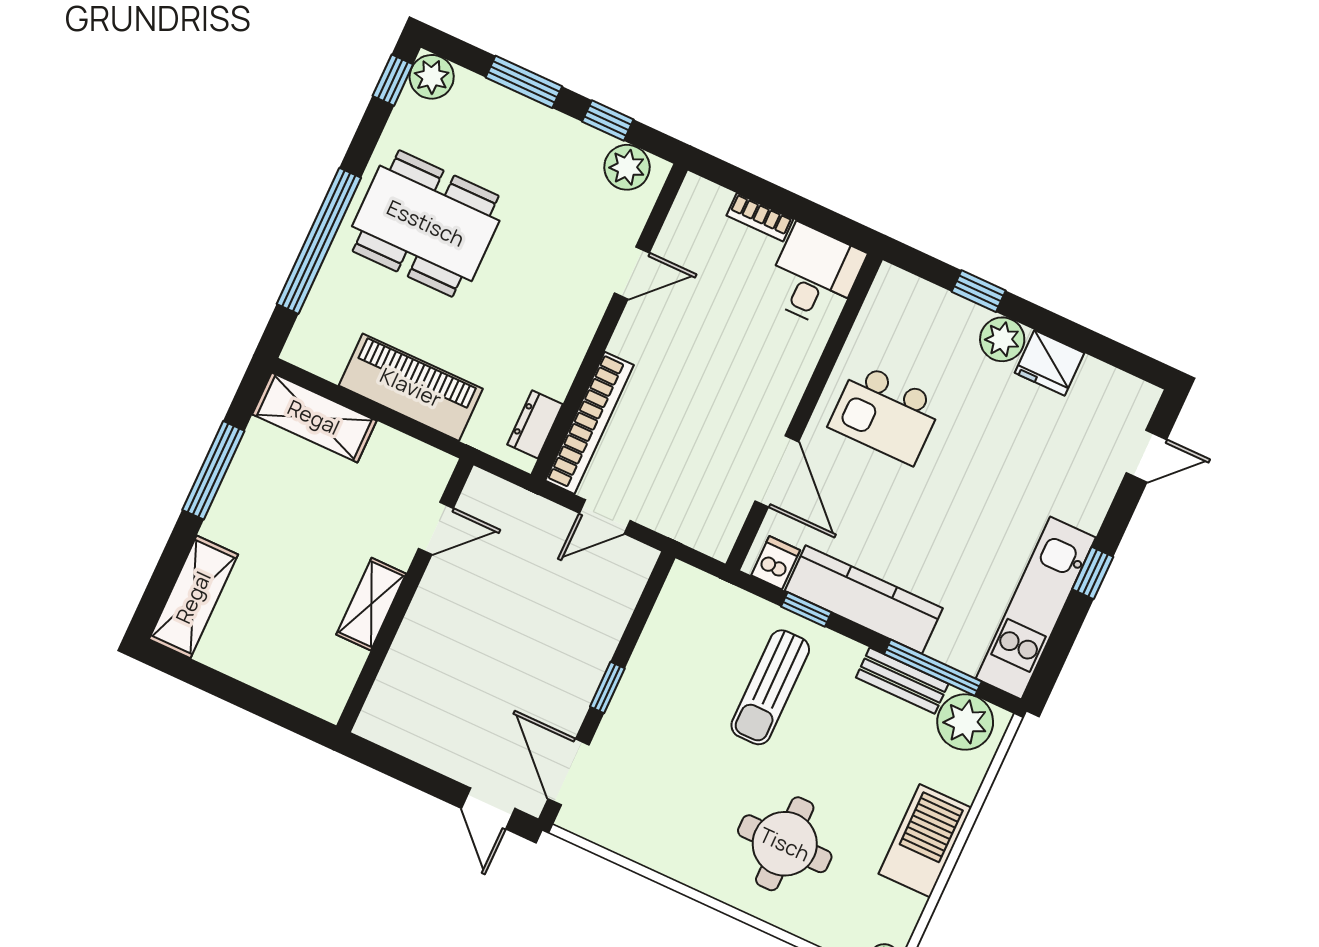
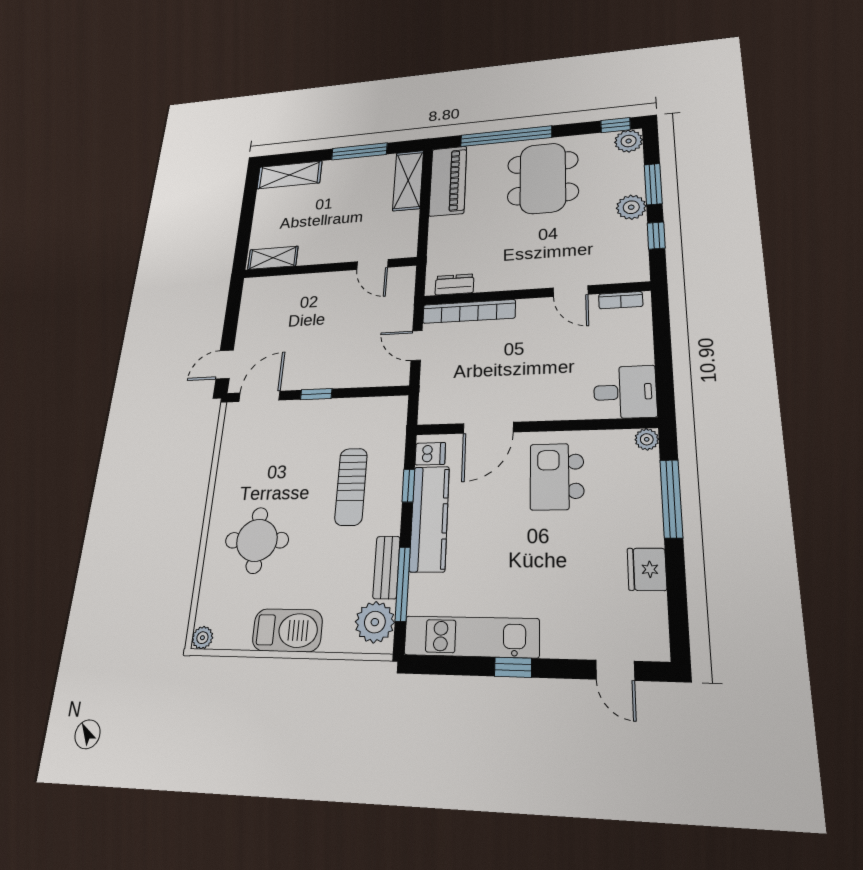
plant: (627, 167) -> (631, 207), moved
bookcase: (760, 217) -> (621, 300), moved, turned -90
window: (979, 291) -> (671, 499), width x2.17
plant: (1002, 339) -> (647, 439), moved, width x0.73, depth x0.73
piano: (411, 387) -> (448, 181), moved
shelving: (371, 604) -> (273, 258), moved
sun lounger: (770, 687) -> (351, 487), turned -90

